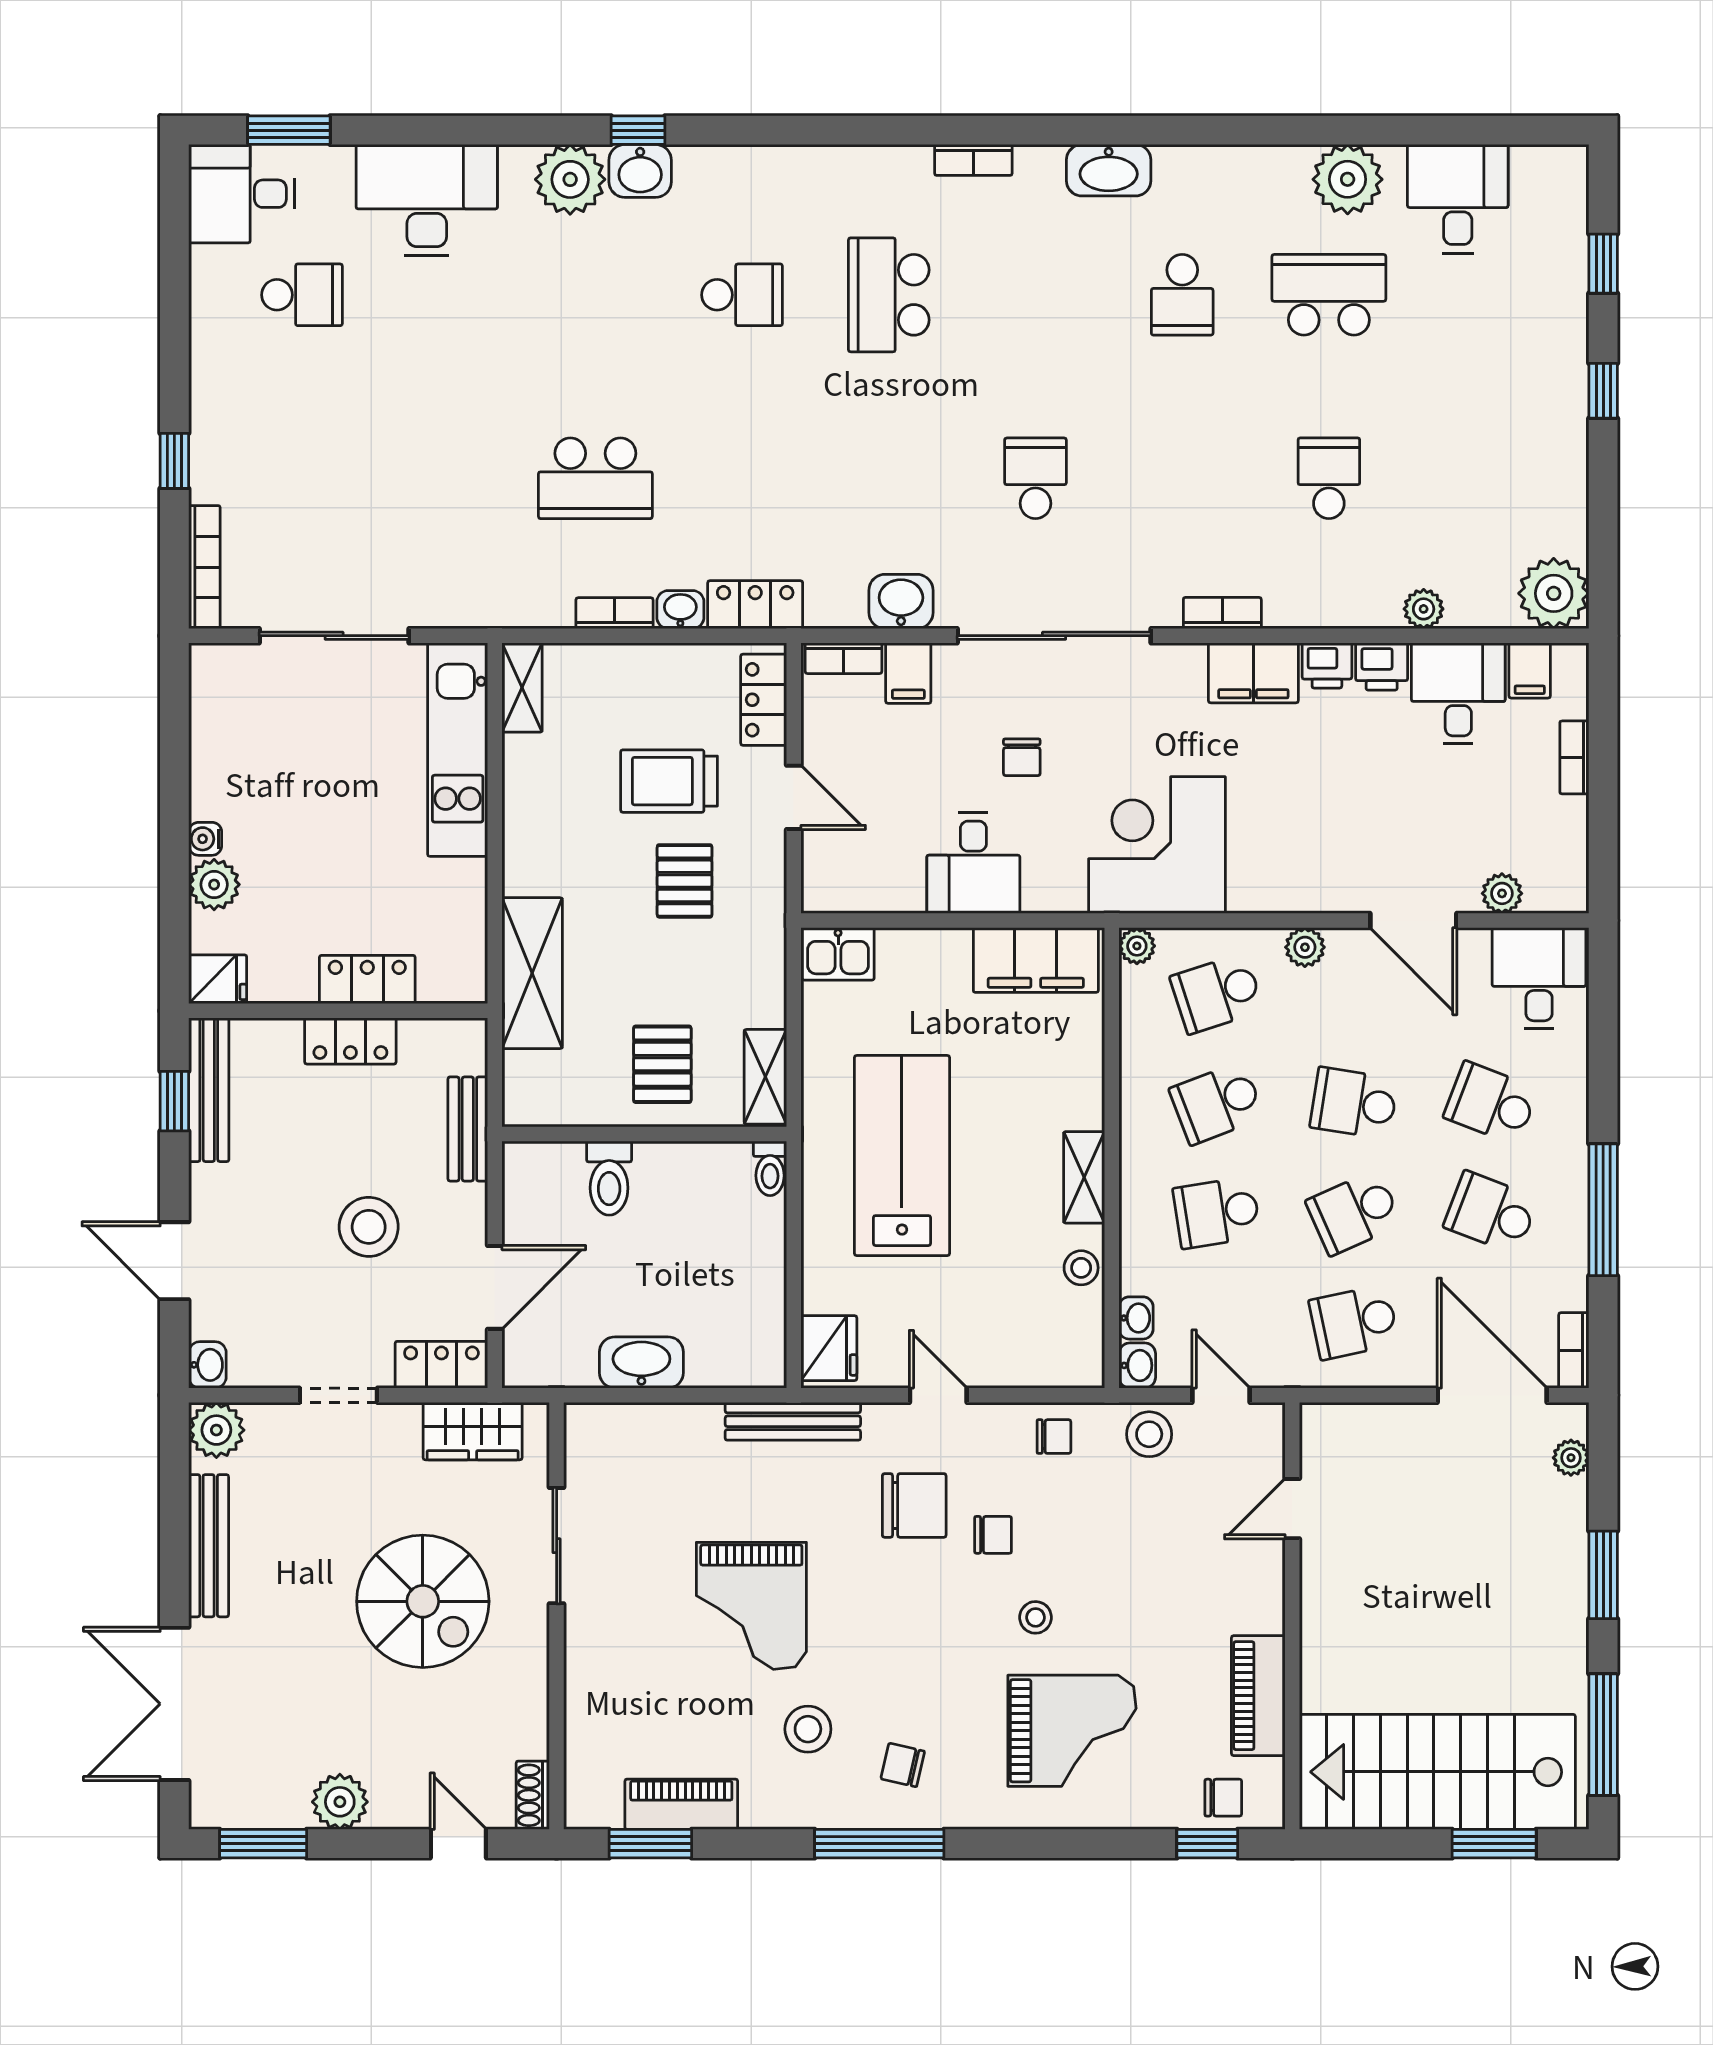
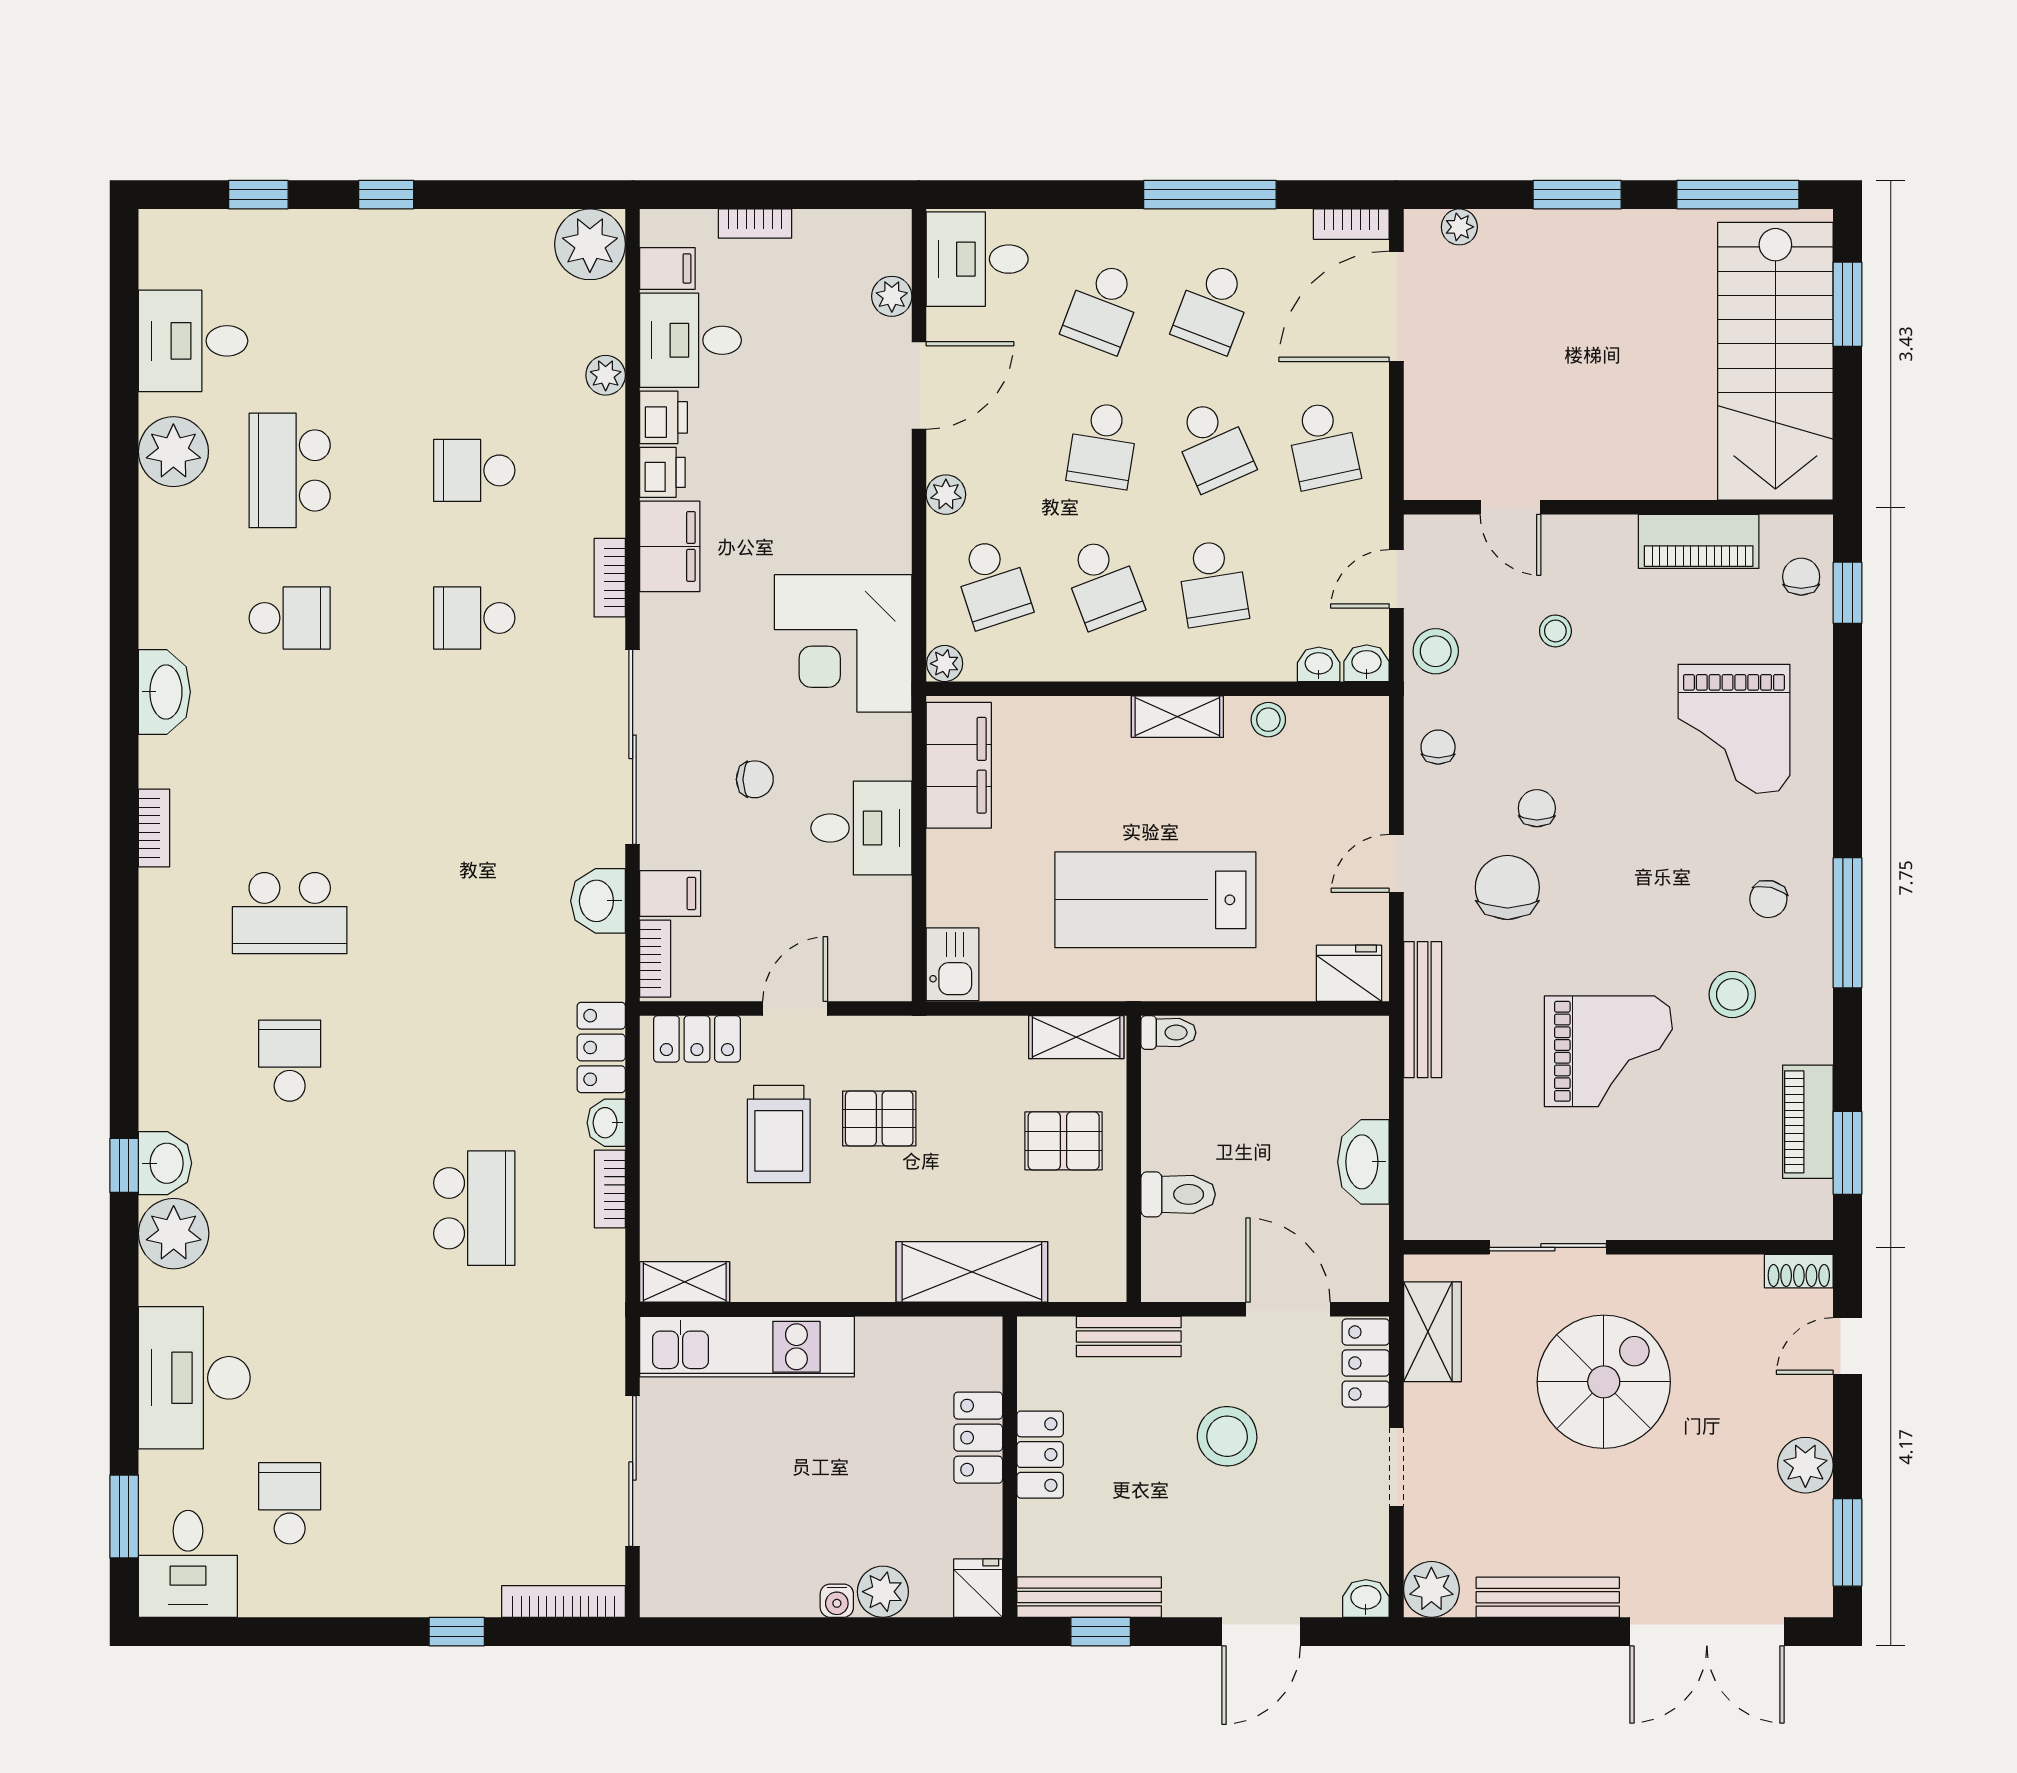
school desk: (1035, 478) -> (474, 618), moved
stool: (1035, 1617) -> (1555, 631), moved
grand piano: (1072, 1731) -> (1734, 729), turned 180

